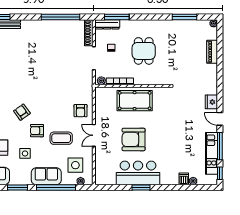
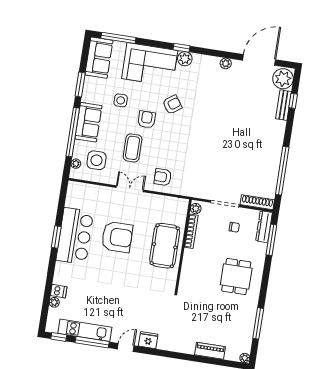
dining table: (144, 51) -> (236, 276), moved, turned 90
armchair: (134, 139) -> (117, 237), turned 90

